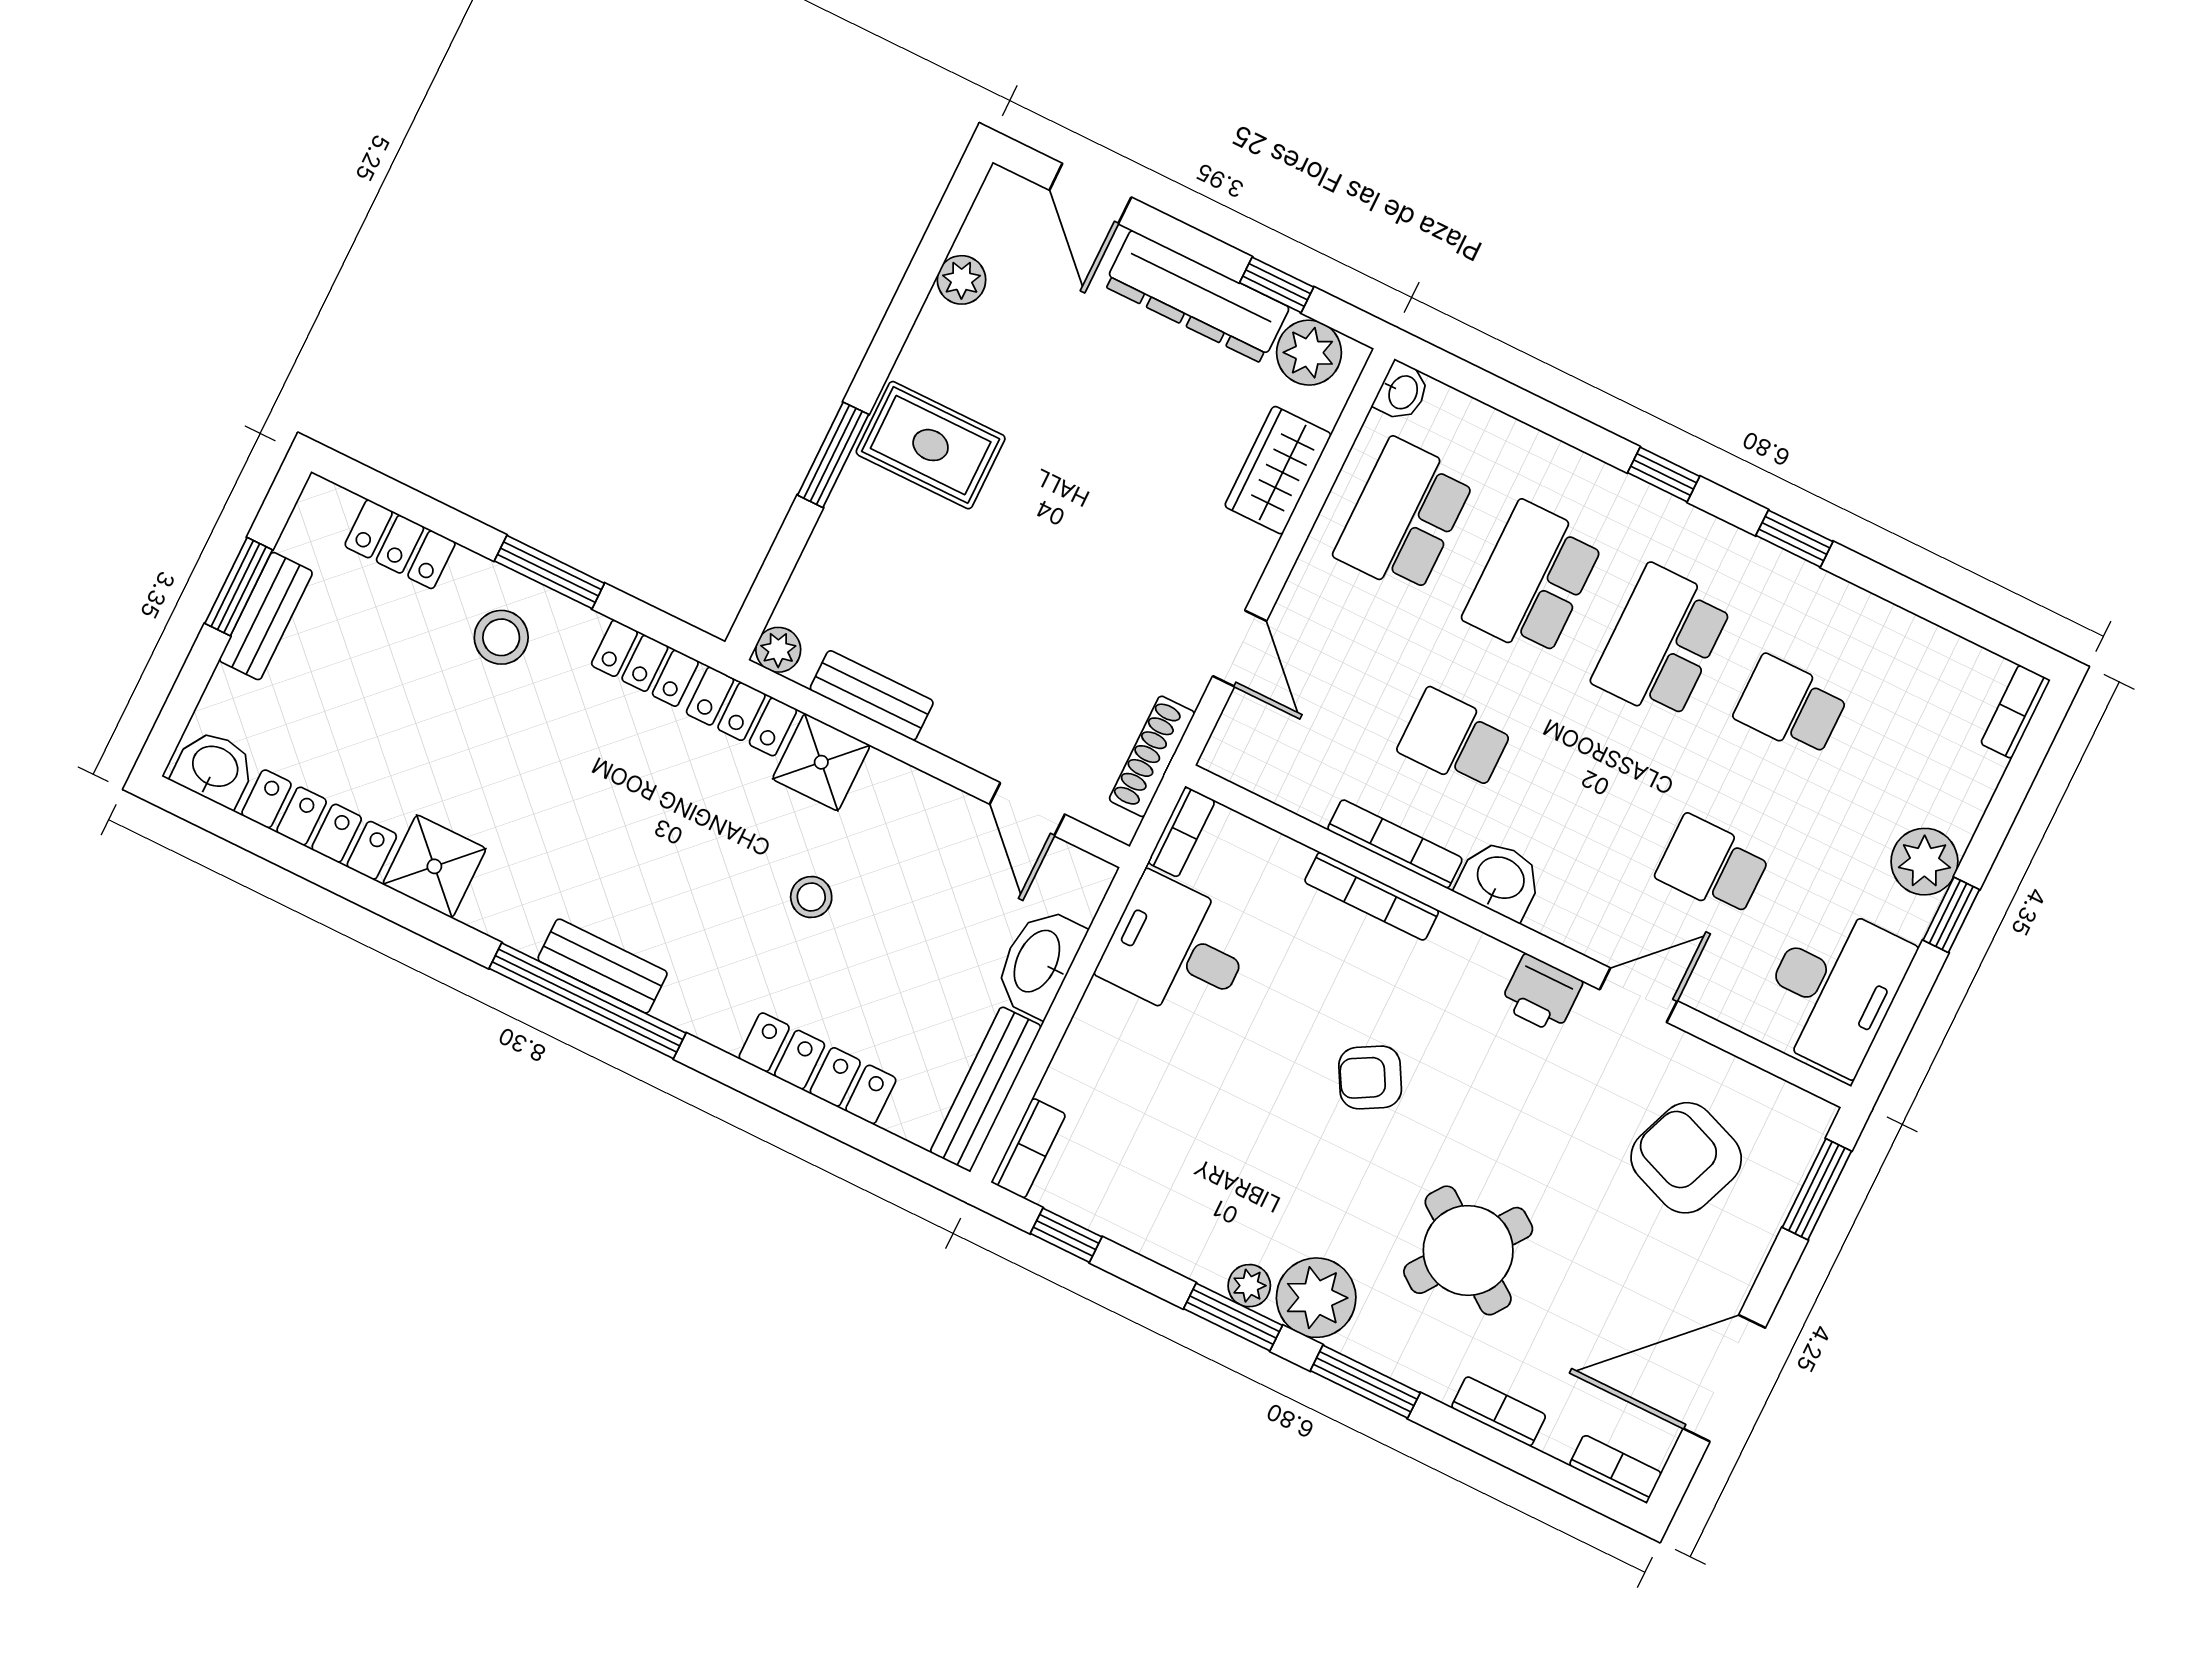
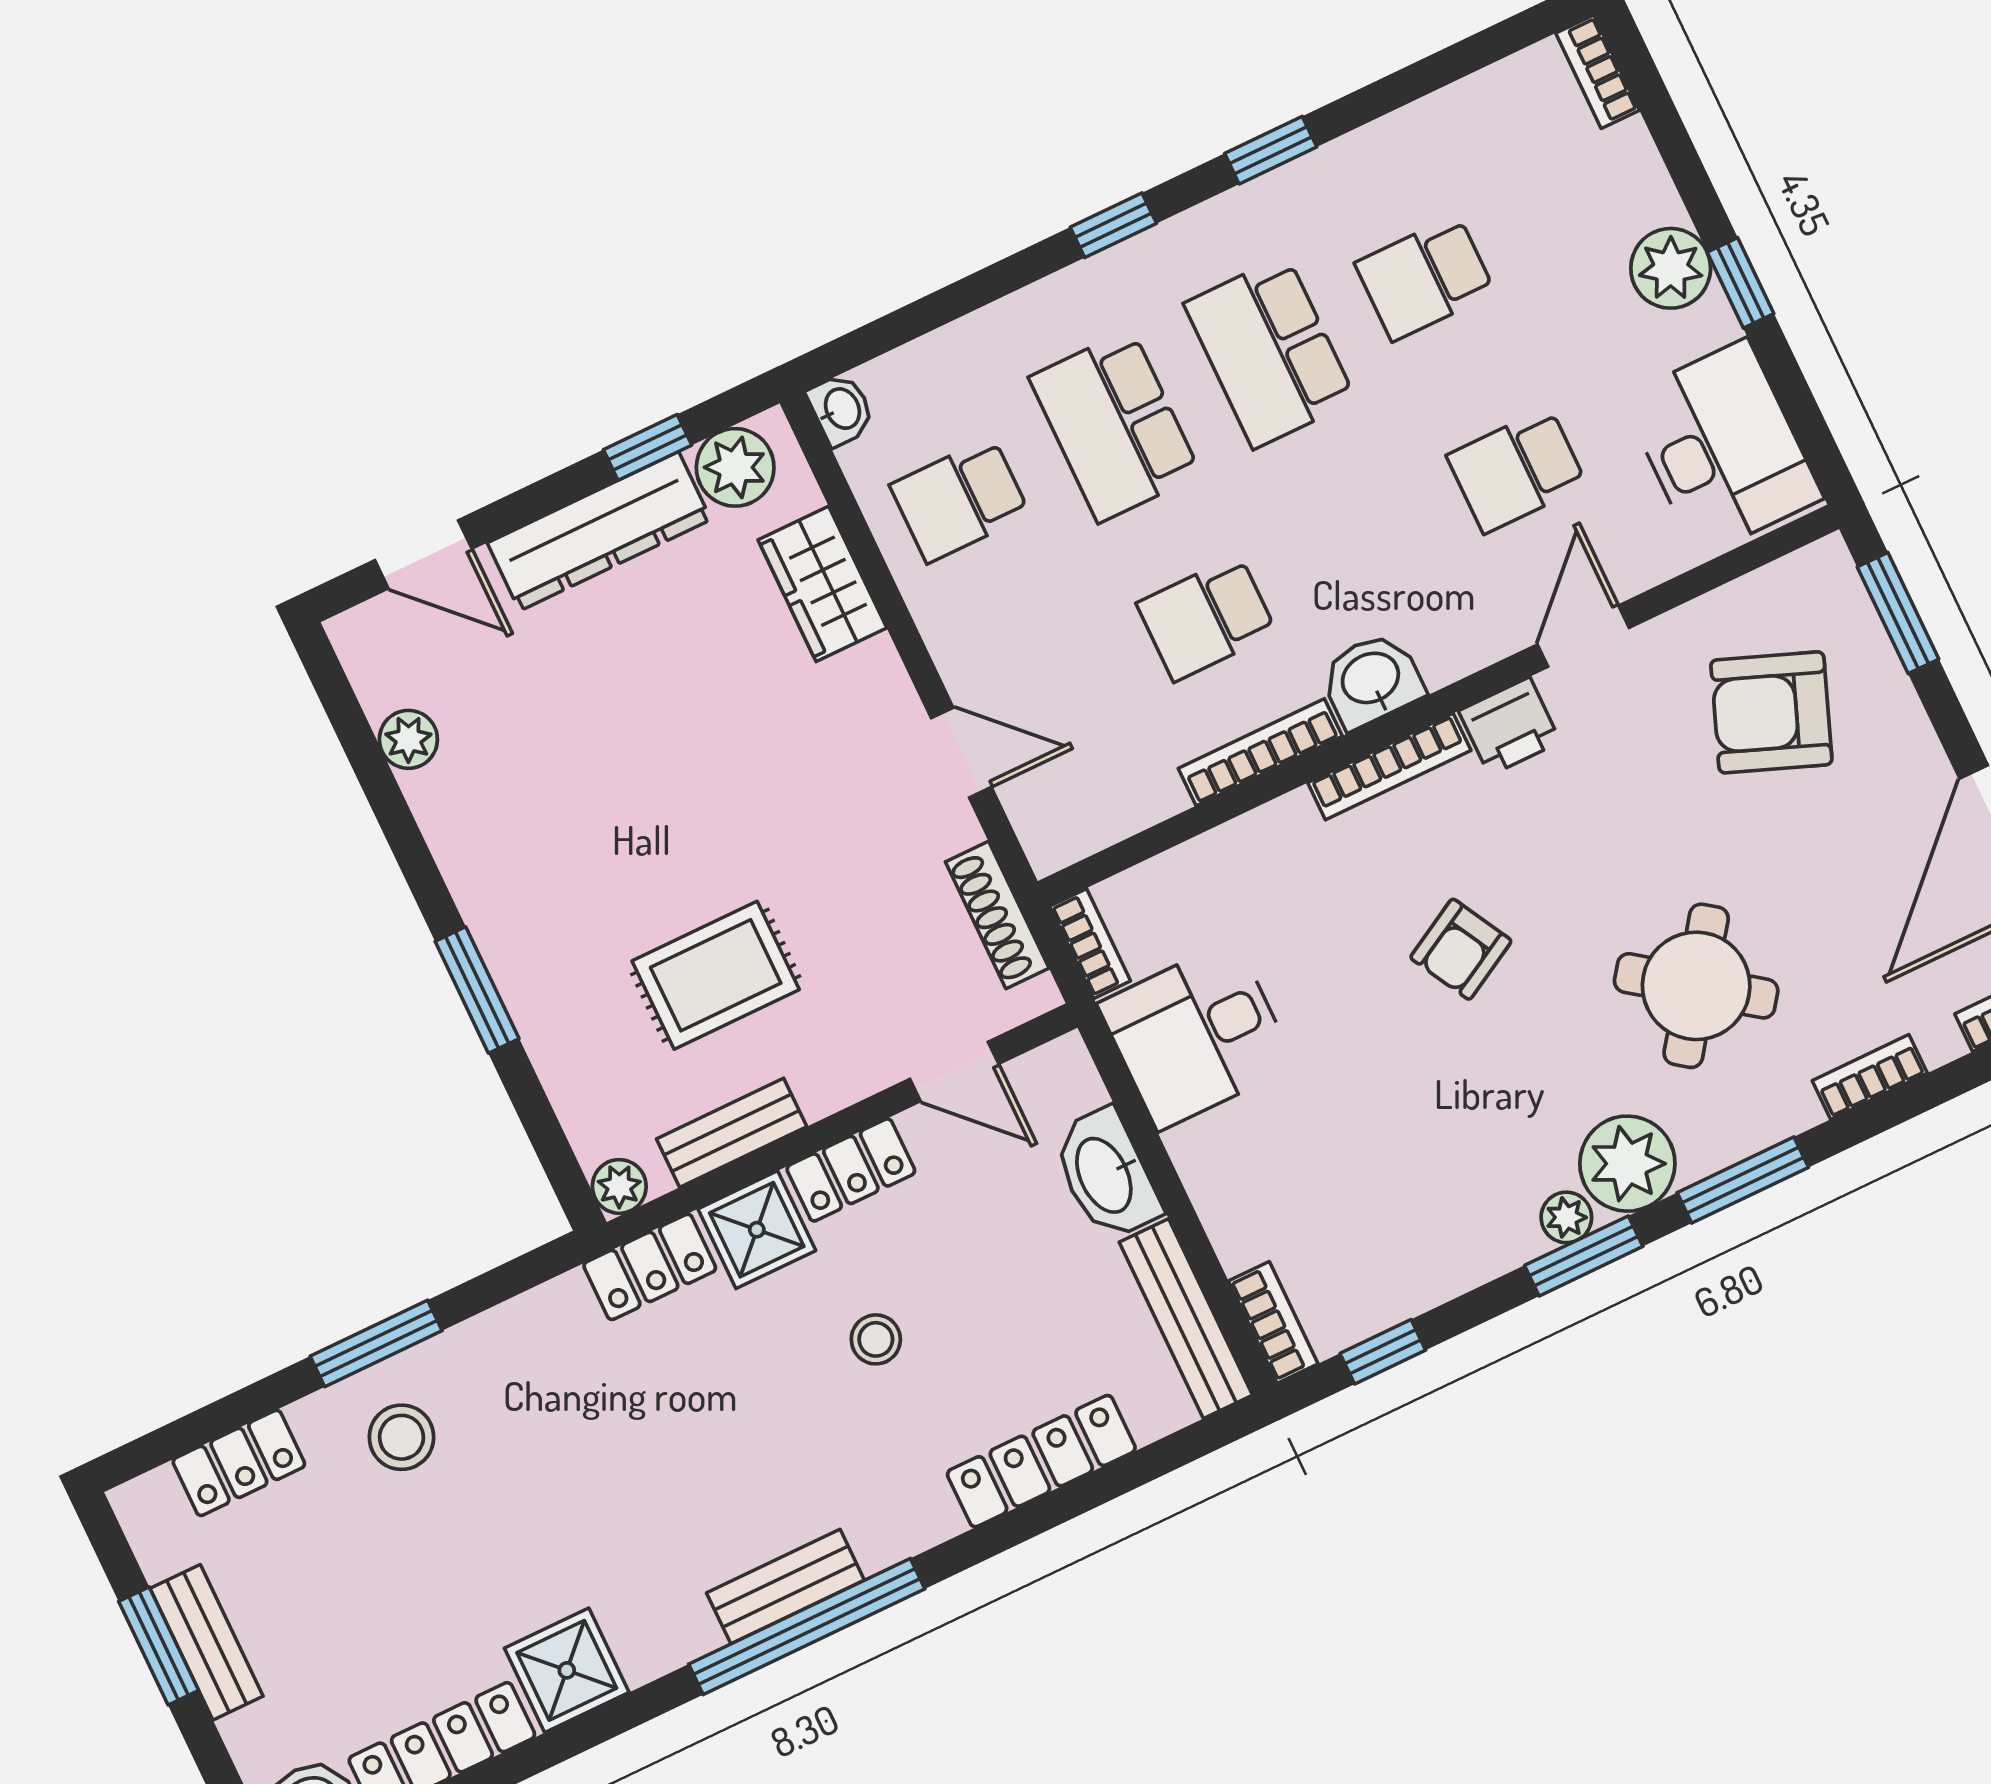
rug: (931, 445) -> (716, 975), moved
school desk: (1404, 516) -> (960, 500), width x0.54
locker: (645, 663) -> (851, 1170), moved
bookcase: (1372, 896) -> (1389, 767), moved

